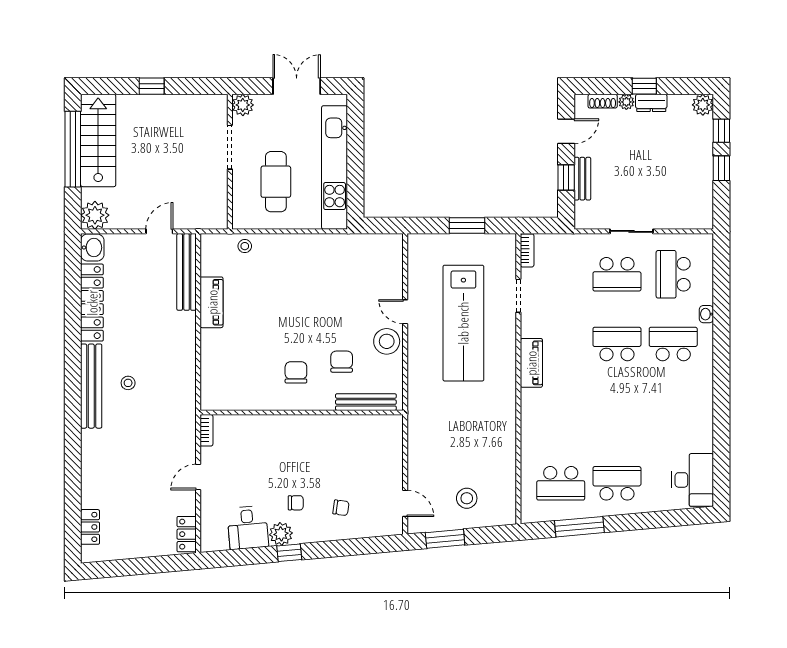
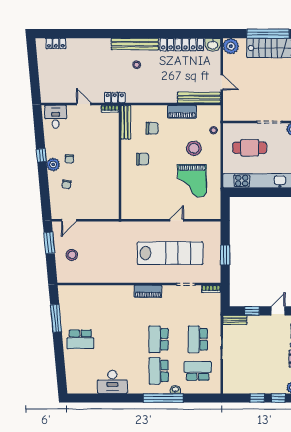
door: (566, 131) -> (278, 311), swing flipped
bench: (582, 179) -> (235, 320), moved
grand piano: (335, 285) -> (192, 181), added
lab bench: (463, 323) -> (170, 253), turned 180
window: (721, 336) -> (163, 398), added
stool: (387, 341) -> (194, 148), moved
school desk: (617, 344) -> (159, 339), turned 180
school desk: (673, 344) -> (159, 371), turned 180
chair: (342, 362) -> (152, 128), moved
bench: (366, 402) -> (126, 122), moved
desk: (693, 480) -> (112, 382), moved
school desk: (561, 483) -> (80, 308), removed
school desk: (617, 483) -> (80, 339), turned 90
desk: (248, 528) -> (56, 117), moved, turned 95
locker: (187, 534) -> (115, 98), moved
plant: (281, 534) -> (53, 164), moved

